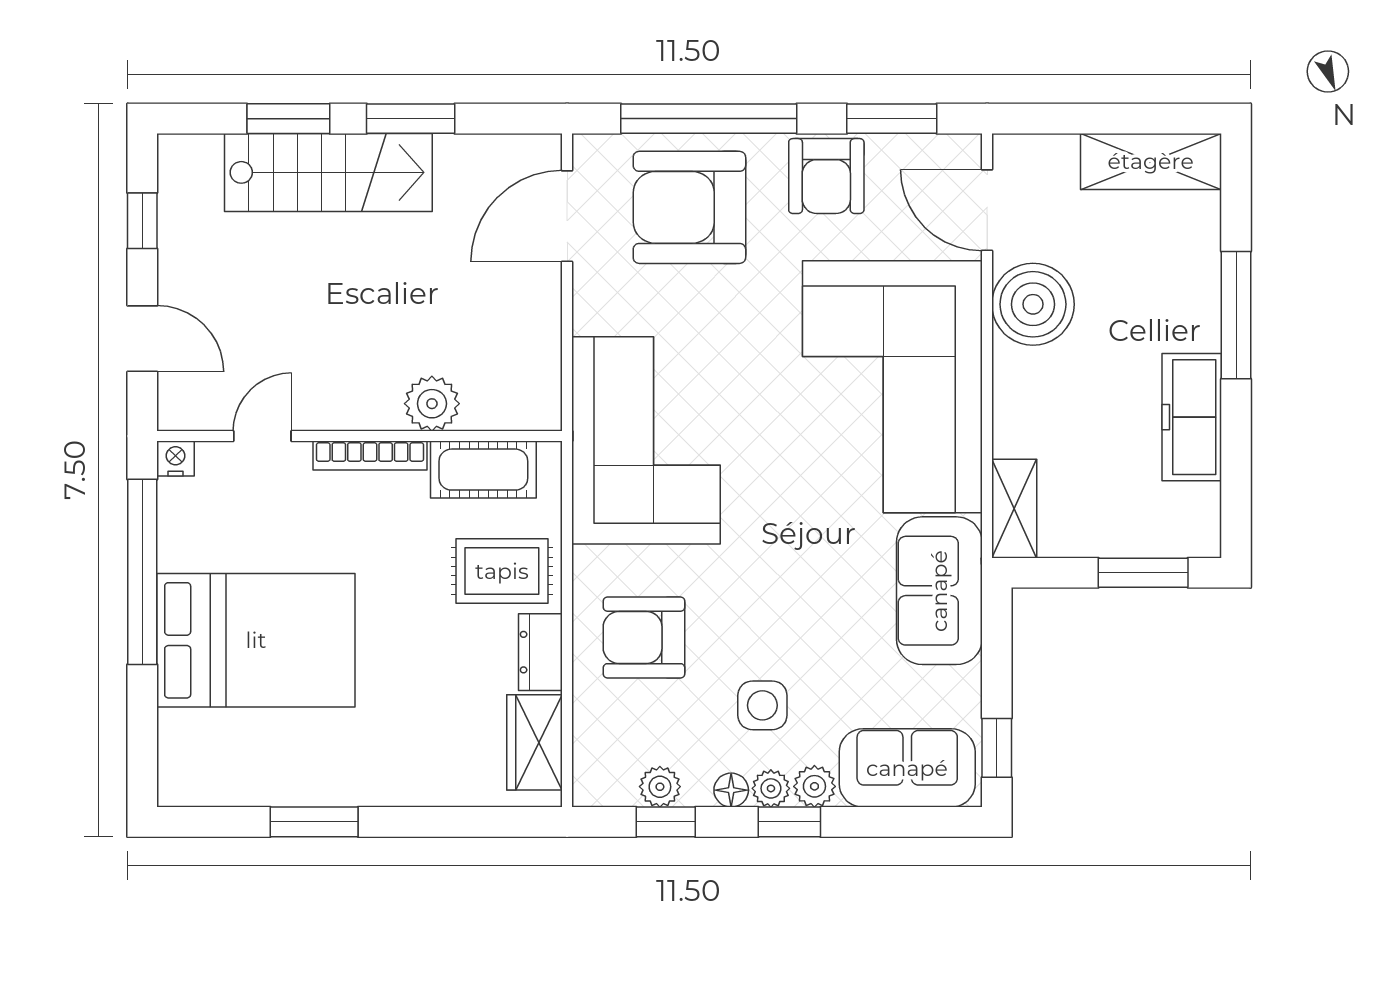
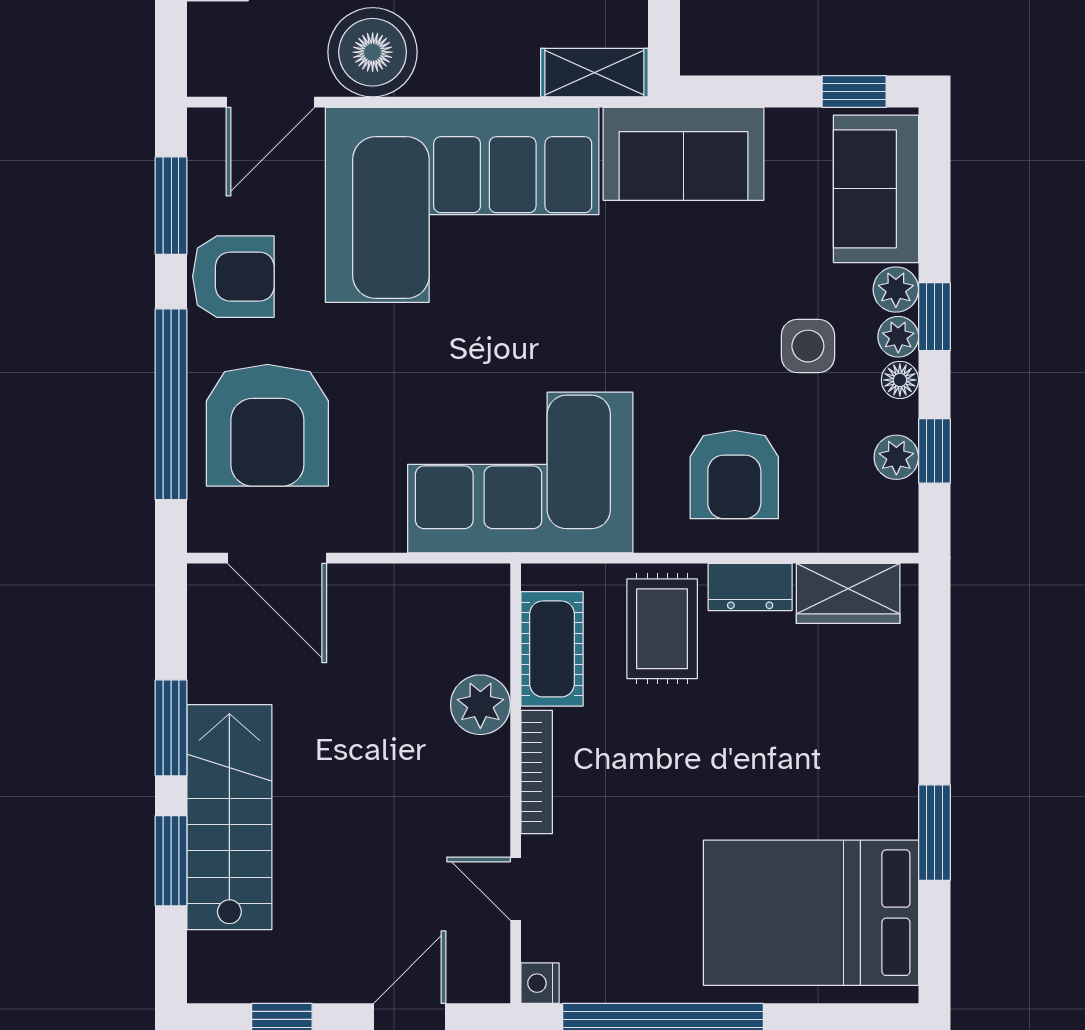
bed: (256, 640) -> (811, 913), moved, turned -90

